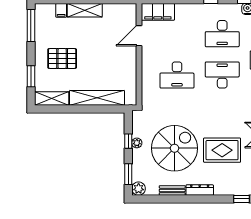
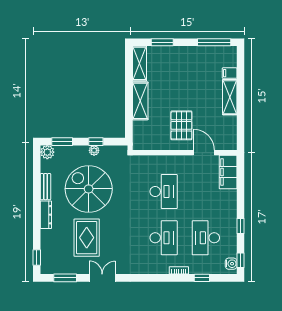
pallet: (62, 58) -> (181, 125), moved
desk: (177, 75) -> (164, 192), turned 180
shelving: (97, 98) -> (140, 101), width x0.68
spiral stairs: (174, 148) -> (89, 189), turned 180

